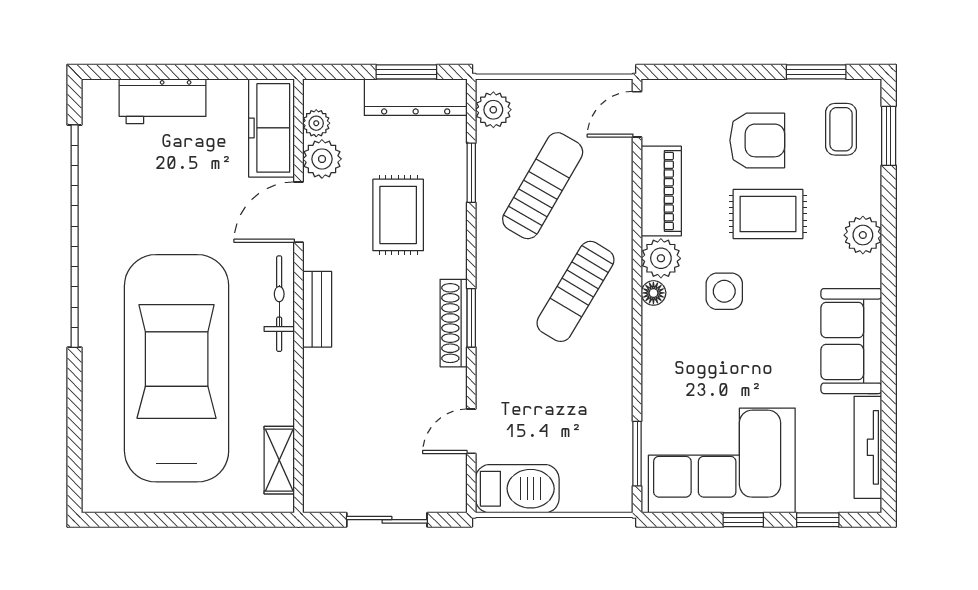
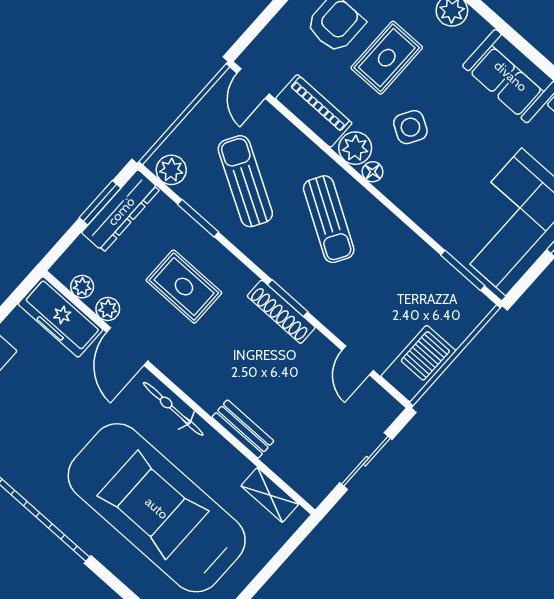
plant: (322, 159) -> (108, 309), width x0.73, depth x0.73
side table: (724, 291) -> (410, 127), turned 31
bench: (317, 309) -> (243, 429), moved

